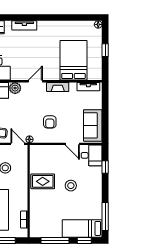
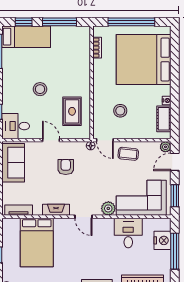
door: (35, 81) -> (83, 217), hinge flipped
door: (72, 144) -> (51, 140), moved
rug: (43, 181) -> (72, 111), moved, turned 90

